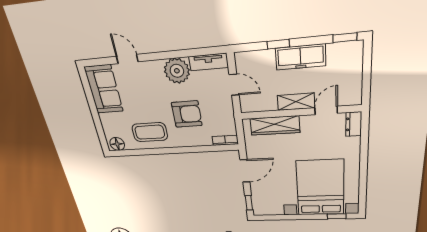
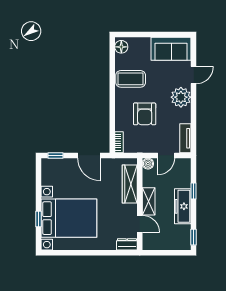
plant: (177, 71) -> (181, 97), moved
boiler: (247, 106) -> (148, 164), added
coffee table: (150, 132) -> (131, 79), turned 90
window: (337, 216) -> (39, 219), moved

